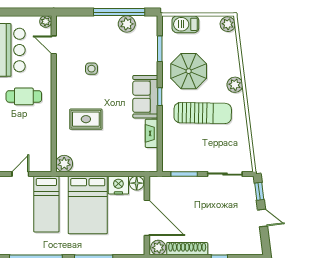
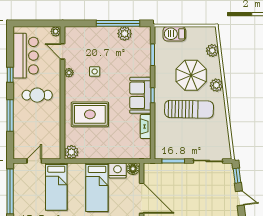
plant: (228, 24) -> (212, 50), moved
plant: (61, 70) -> (69, 73), added
parasol: (189, 71) -> (191, 75), moved
rug: (86, 119) -> (90, 114), width x1.36, depth x1.43
bed: (88, 205) -> (97, 187), width x0.67

